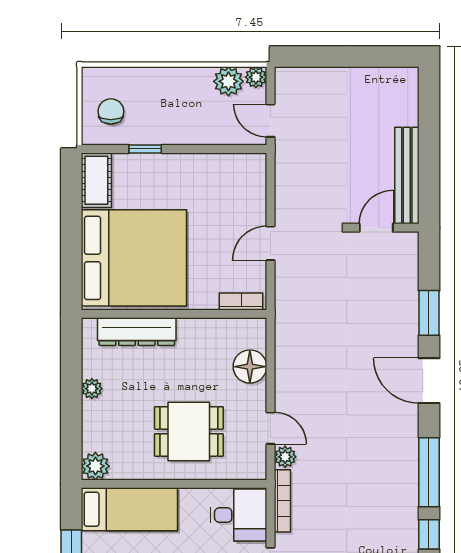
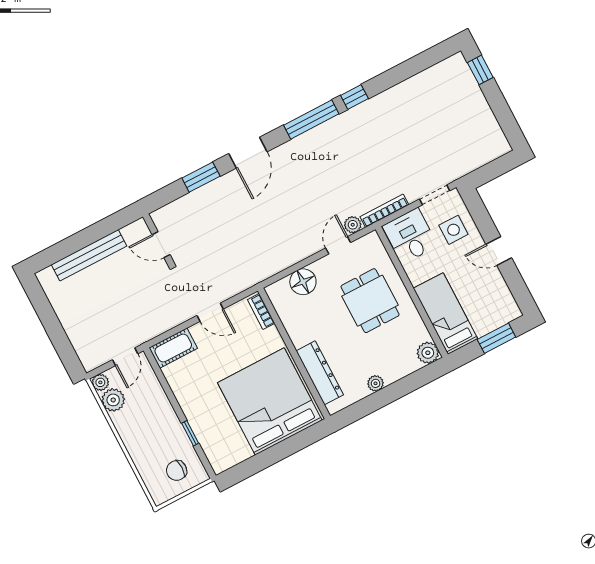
bench: (407, 175) -> (89, 255), moved
cot: (96, 180) -> (173, 348), moved

